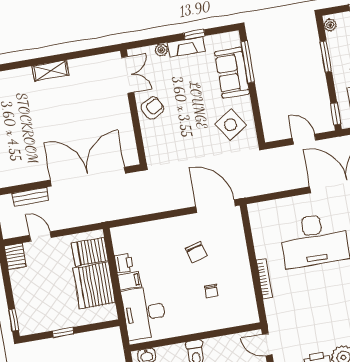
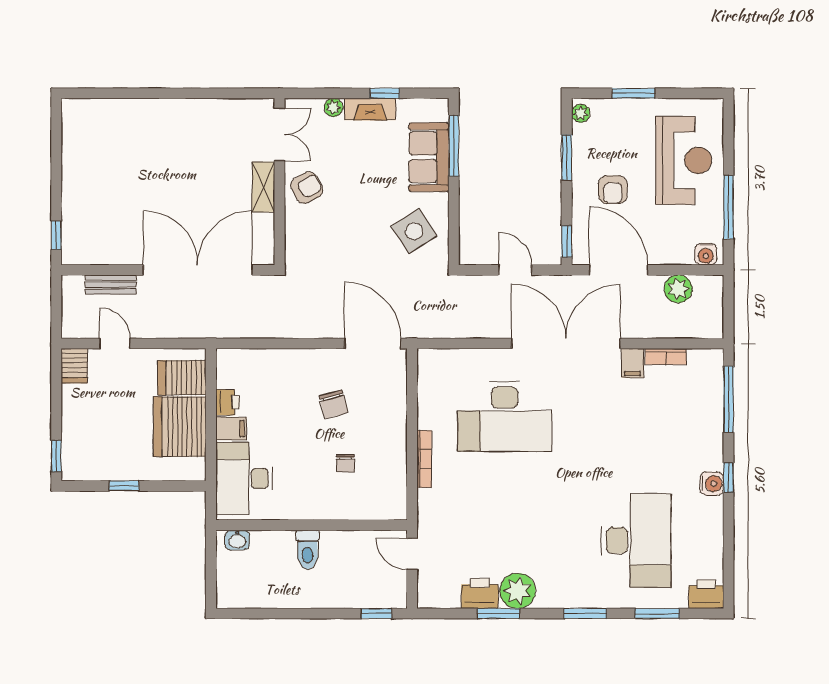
shelving: (51, 71) -> (263, 187), moved, turned 90

